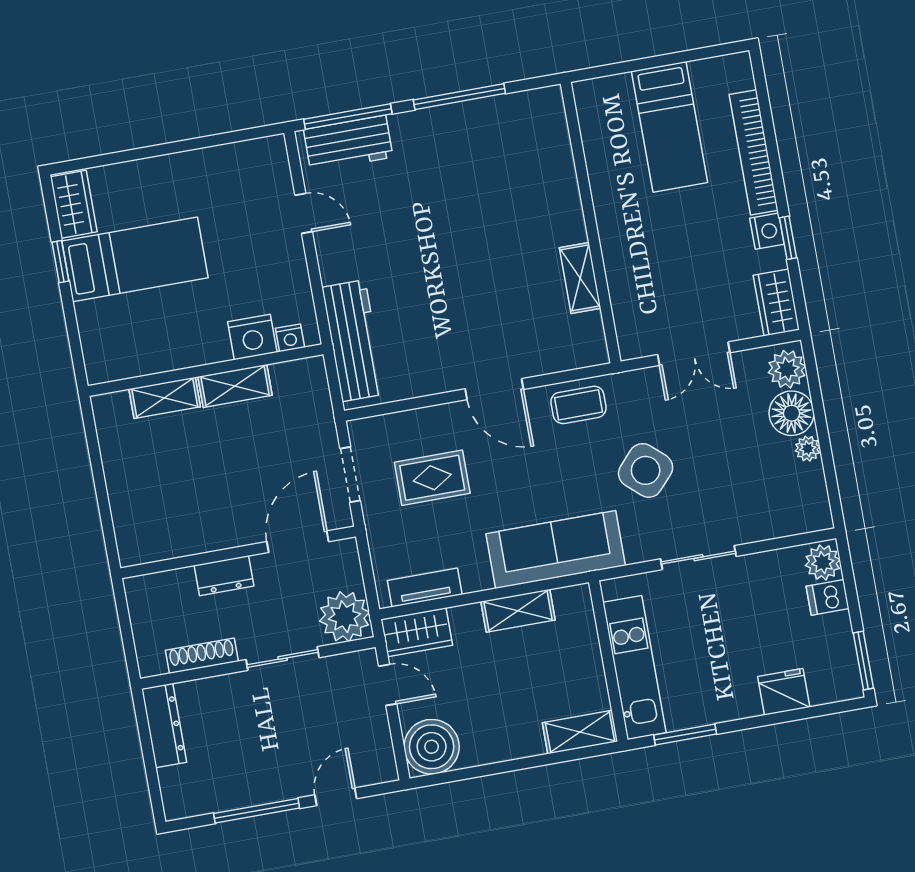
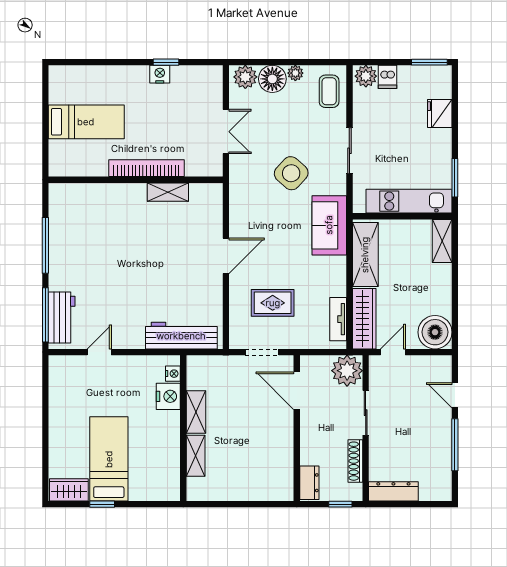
bookcase: (754, 152) -> (146, 168), moved, turned 180
wardrobe: (776, 302) -> (204, 76), removed
coffee table: (578, 405) -> (329, 91), moved
rug: (432, 478) -> (273, 303), turned 90
sofa: (556, 550) -> (329, 225), width x0.73
dresser: (224, 576) -> (309, 483), moved
shelving: (518, 611) -> (365, 255), width x1.50, depth x1.33
wardrobe: (417, 632) -> (364, 319), width x1.50
window: (129, 644) -> (340, 504), added

